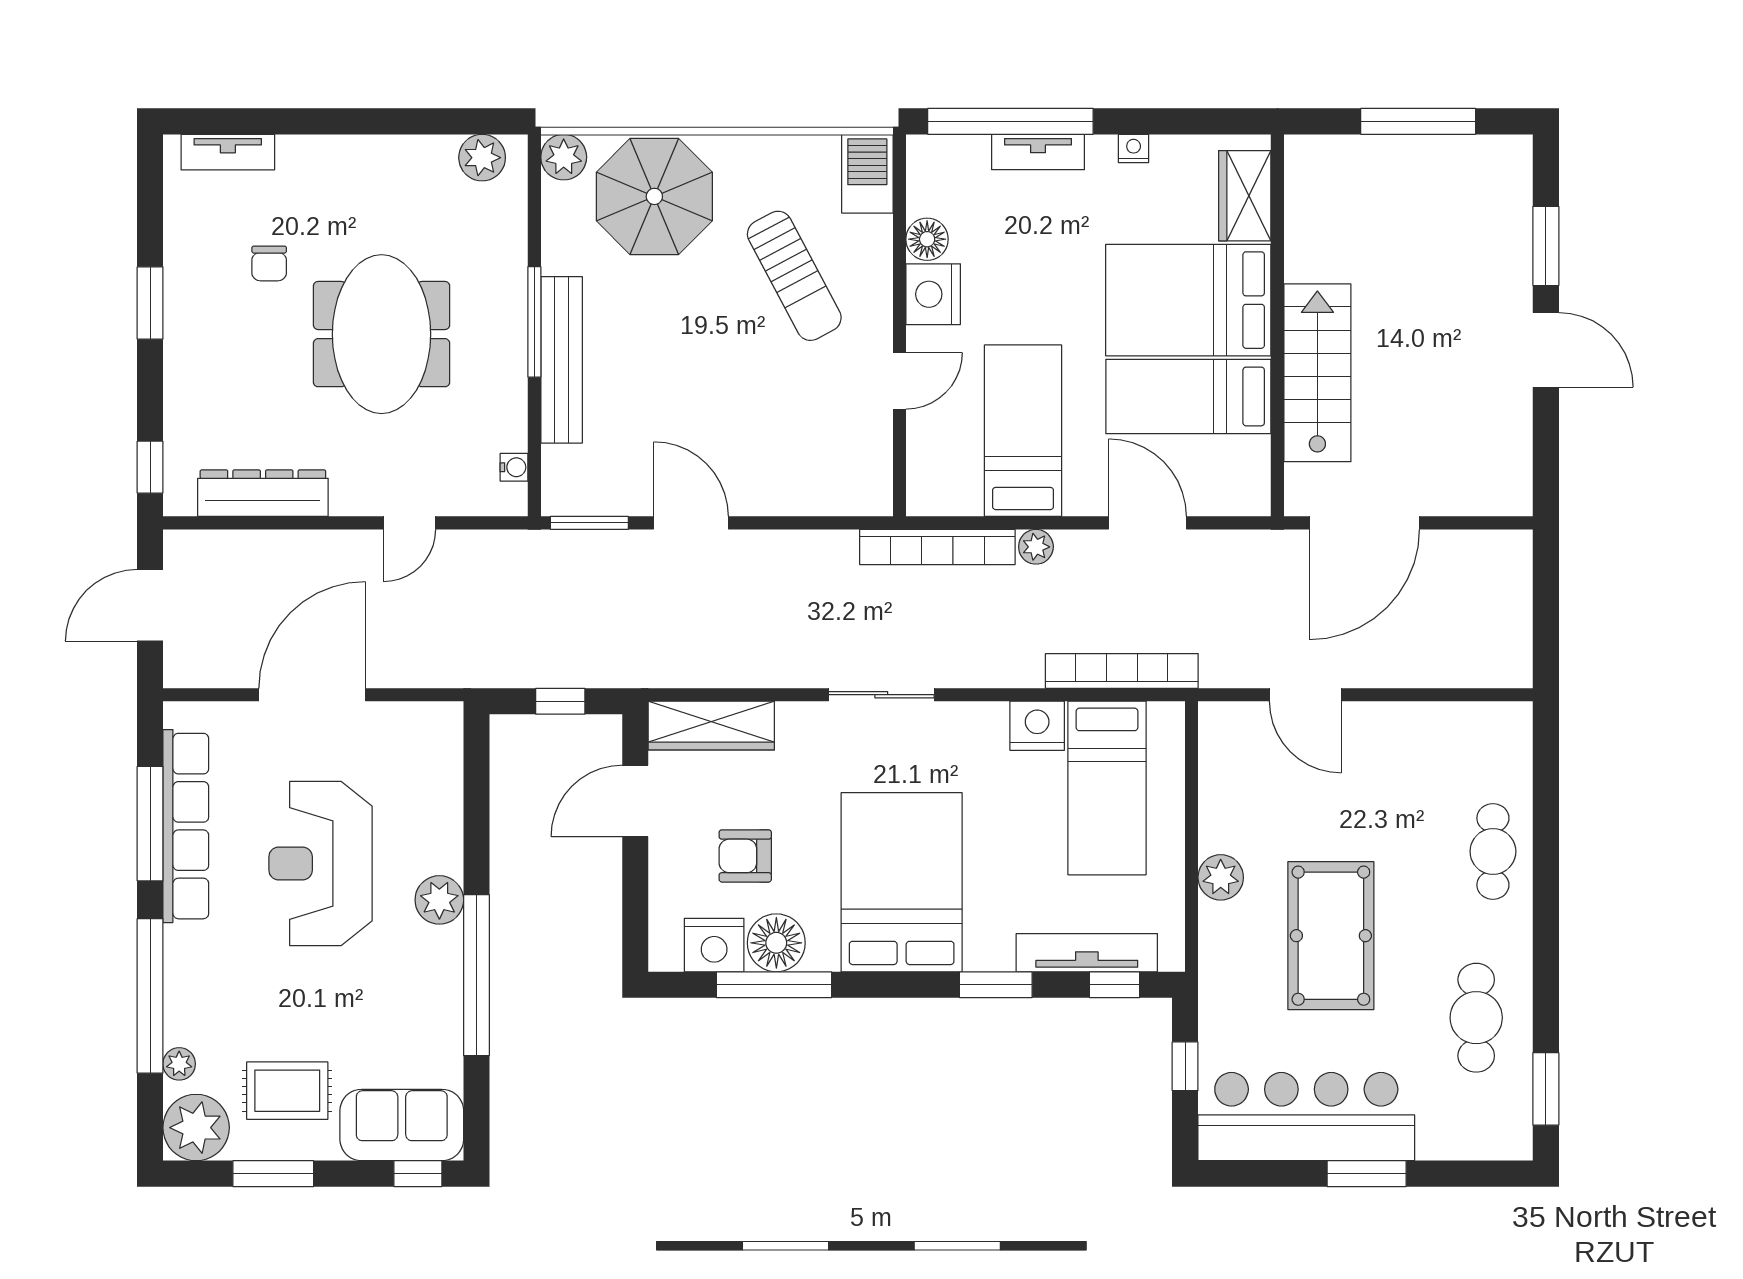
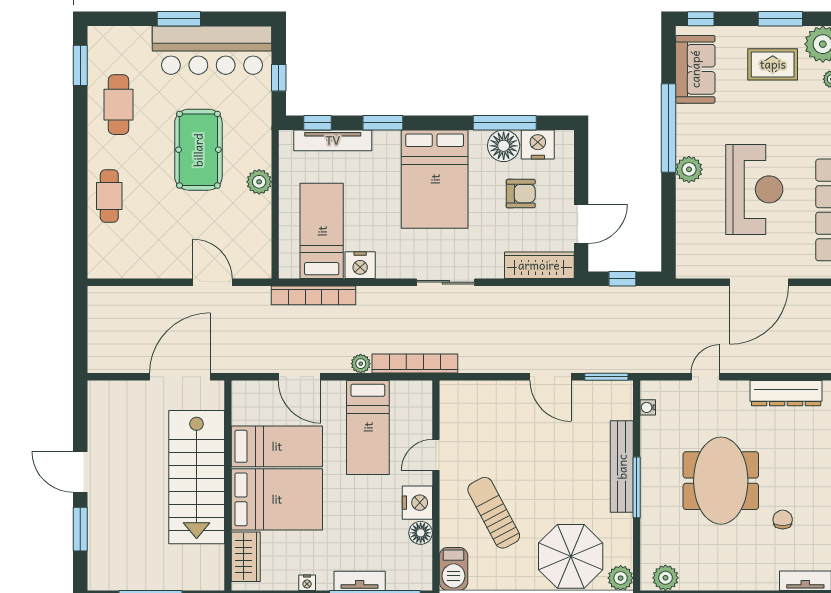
stairs: (1317, 373) -> (197, 477), width x1.36, depth x1.51
sofa: (402, 1125) -> (695, 69), moved, turned -90

